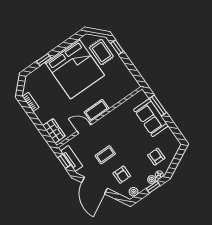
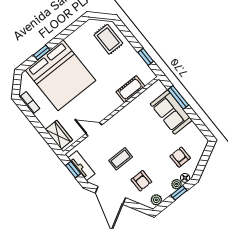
window: (117, 47) -> (146, 57), moved
bed: (75, 69) -> (61, 75), moved
cot: (97, 110) -> (130, 89), moved

